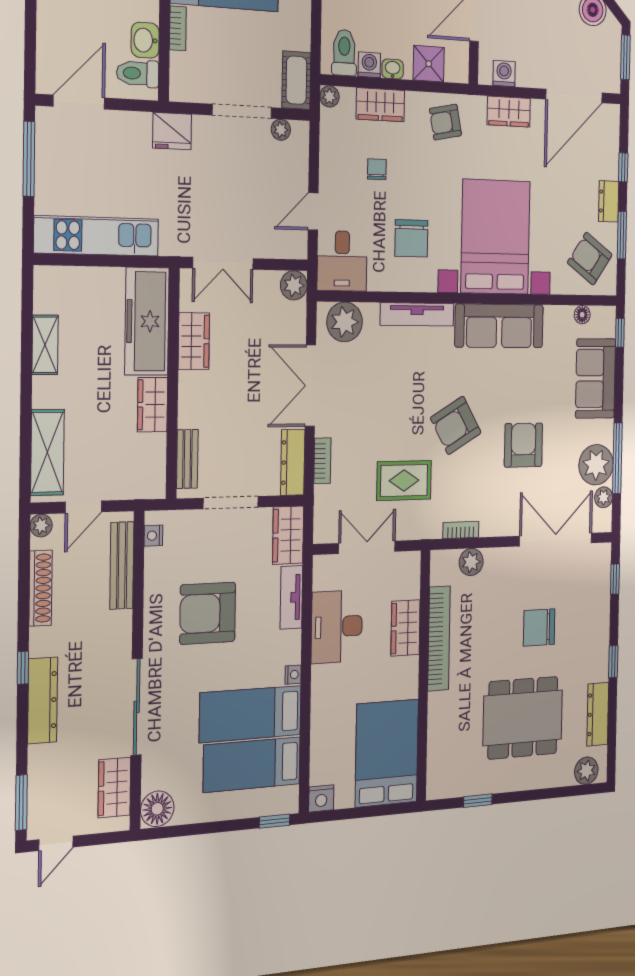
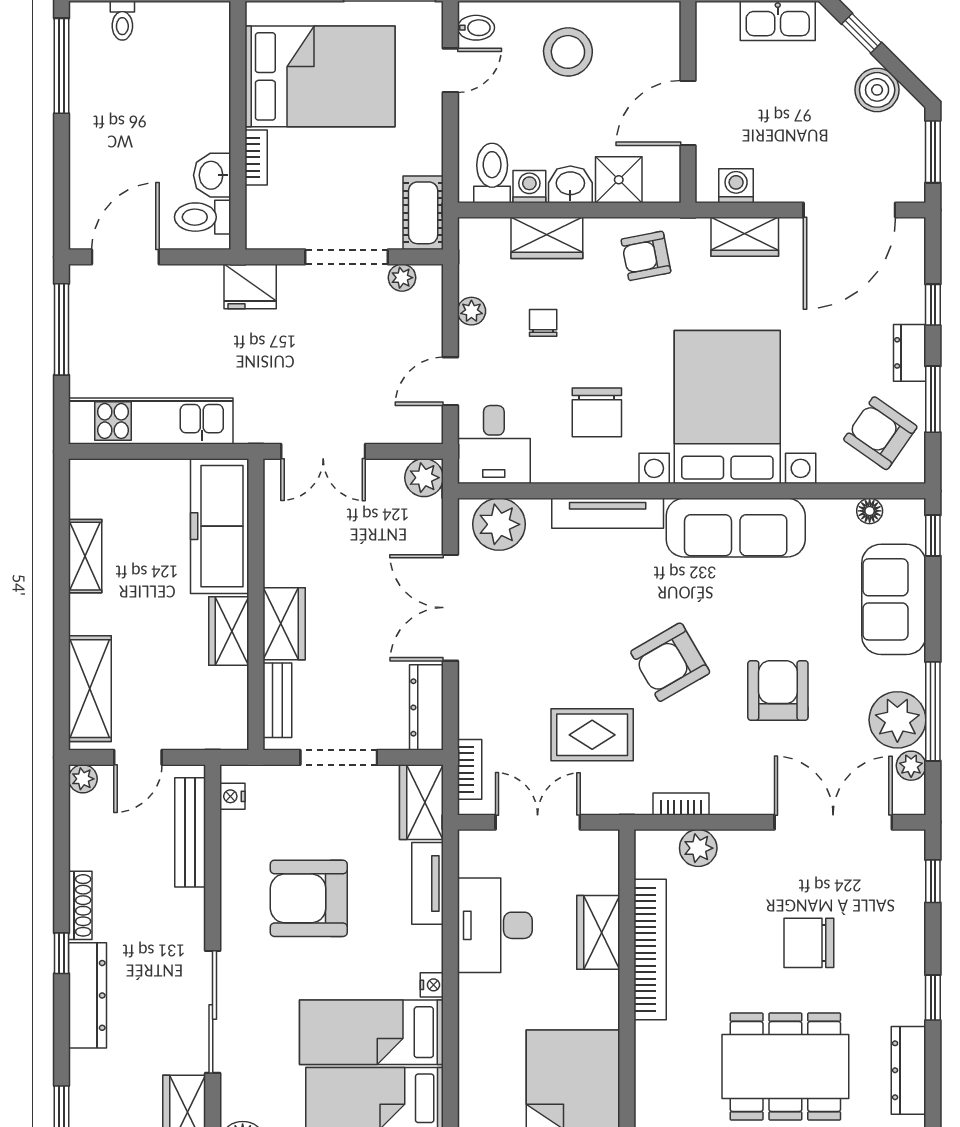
washbasin: (393, 69) -> (570, 184), width x1.38, depth x1.45
plant: (329, 96) -> (471, 311), moved
wardrobe: (194, 341) -> (284, 624), moved
bookcase: (322, 461) -> (470, 769), moved
shoe rack: (41, 588) -> (80, 905), moved, width x0.74, depth x0.81

